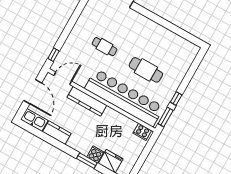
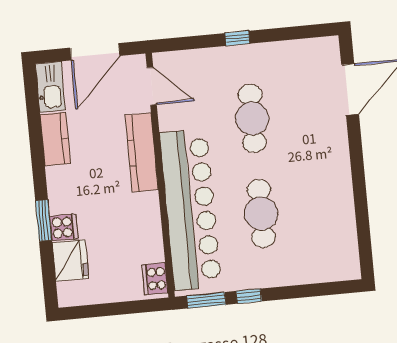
cafe table: (105, 47) -> (252, 118), width x1.37, depth x1.35
window: (54, 55) -> (237, 38), moved

